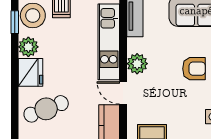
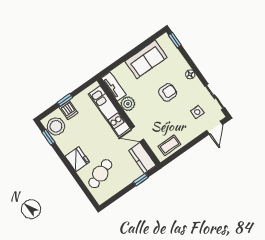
plant: (28, 47) -> (66, 146), removed
plant: (137, 64) -> (128, 104), moved

